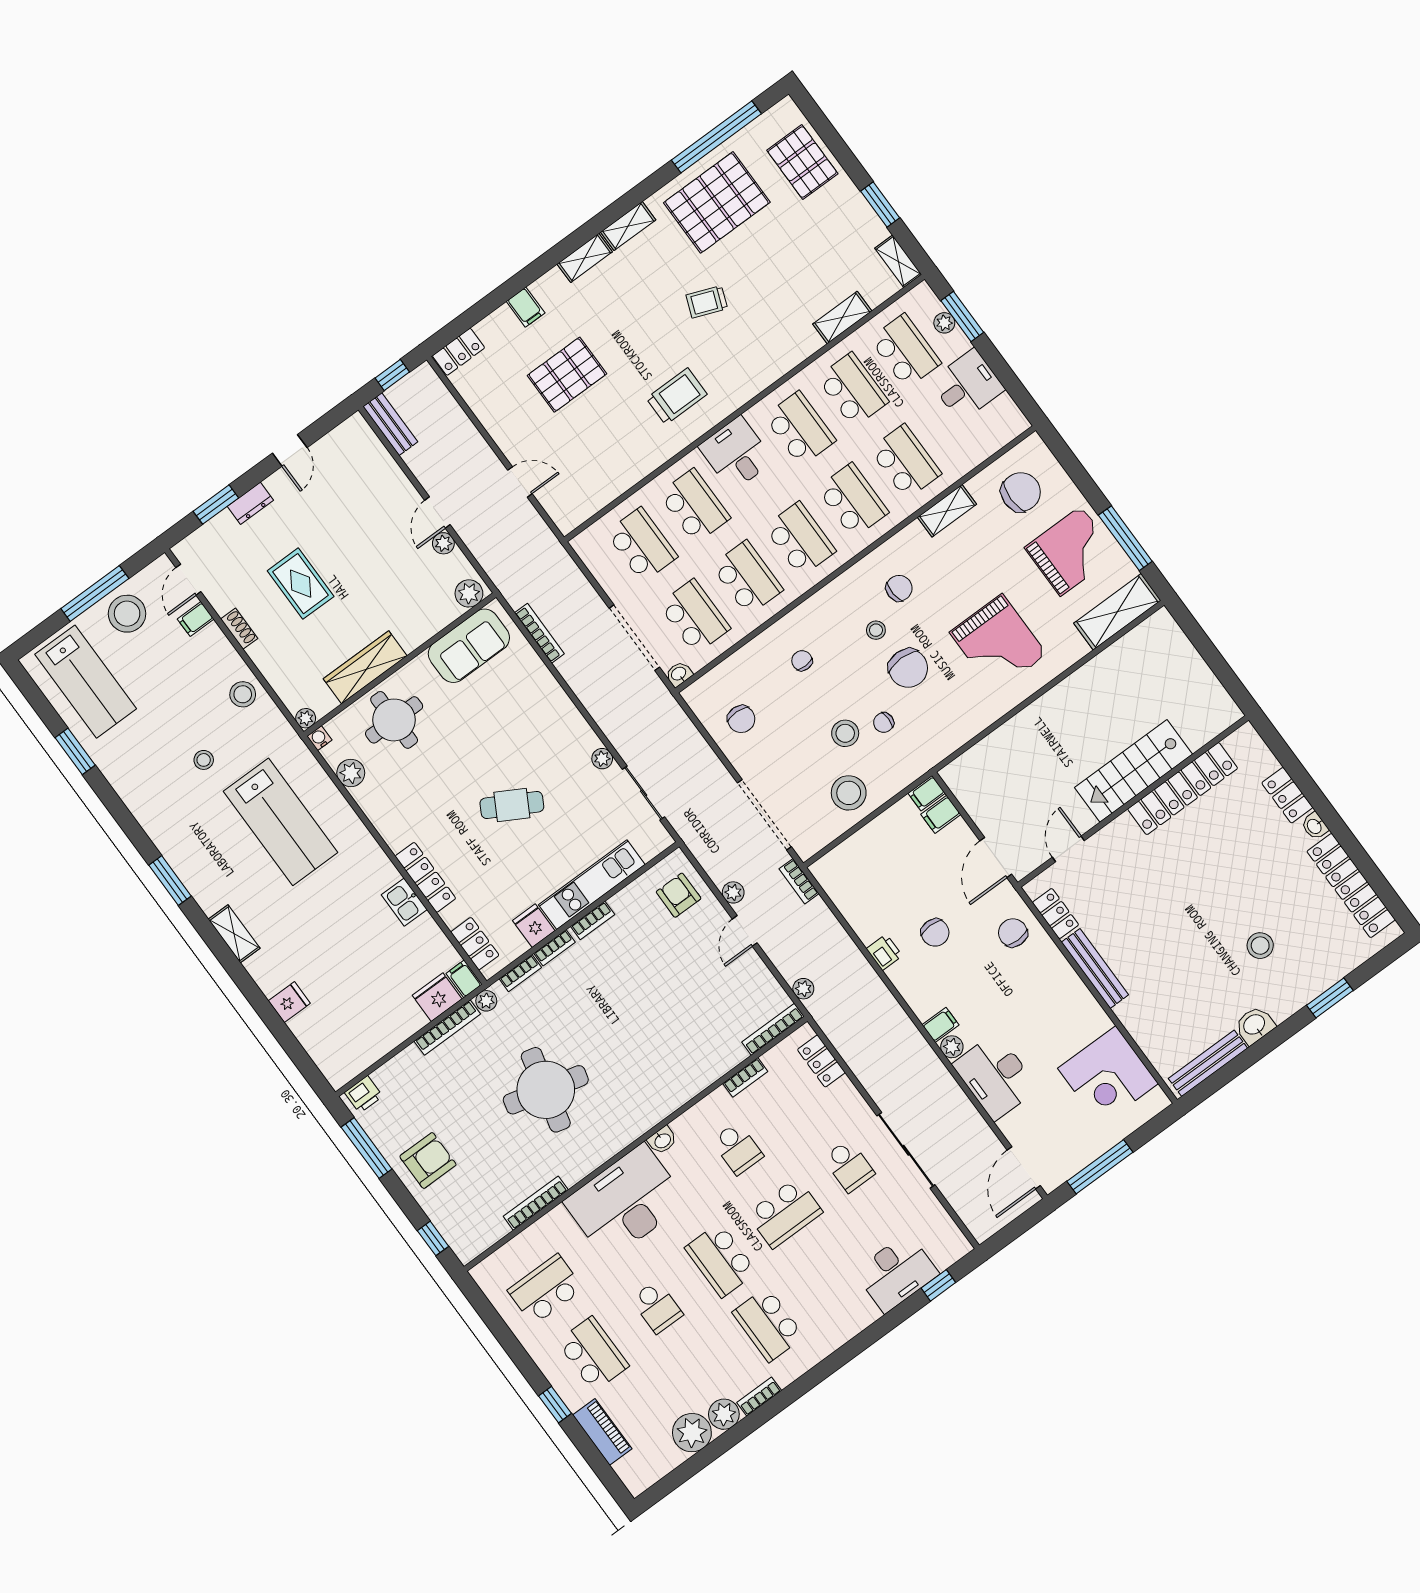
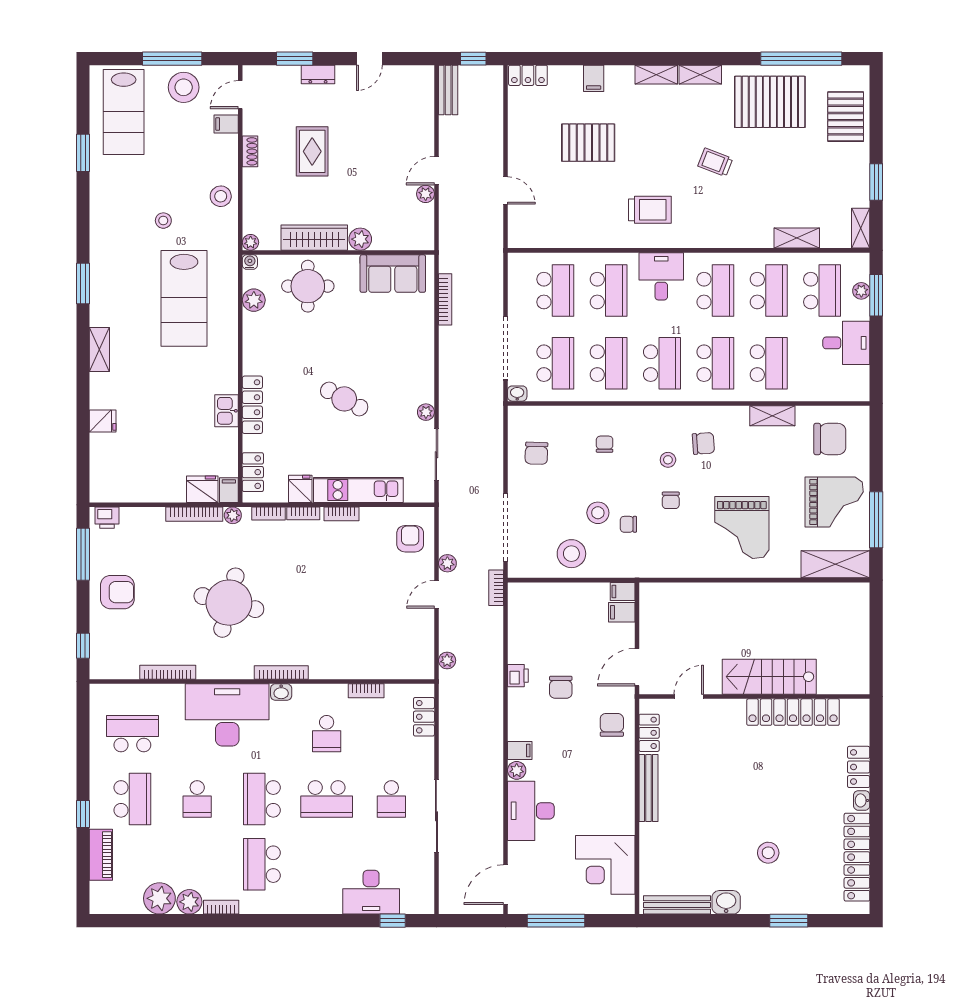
plant: (469, 593) -> (360, 239), moved
chair: (908, 668) -> (671, 500), width x0.54, depth x0.54
bookcase: (773, 1029) -> (281, 672), moved

